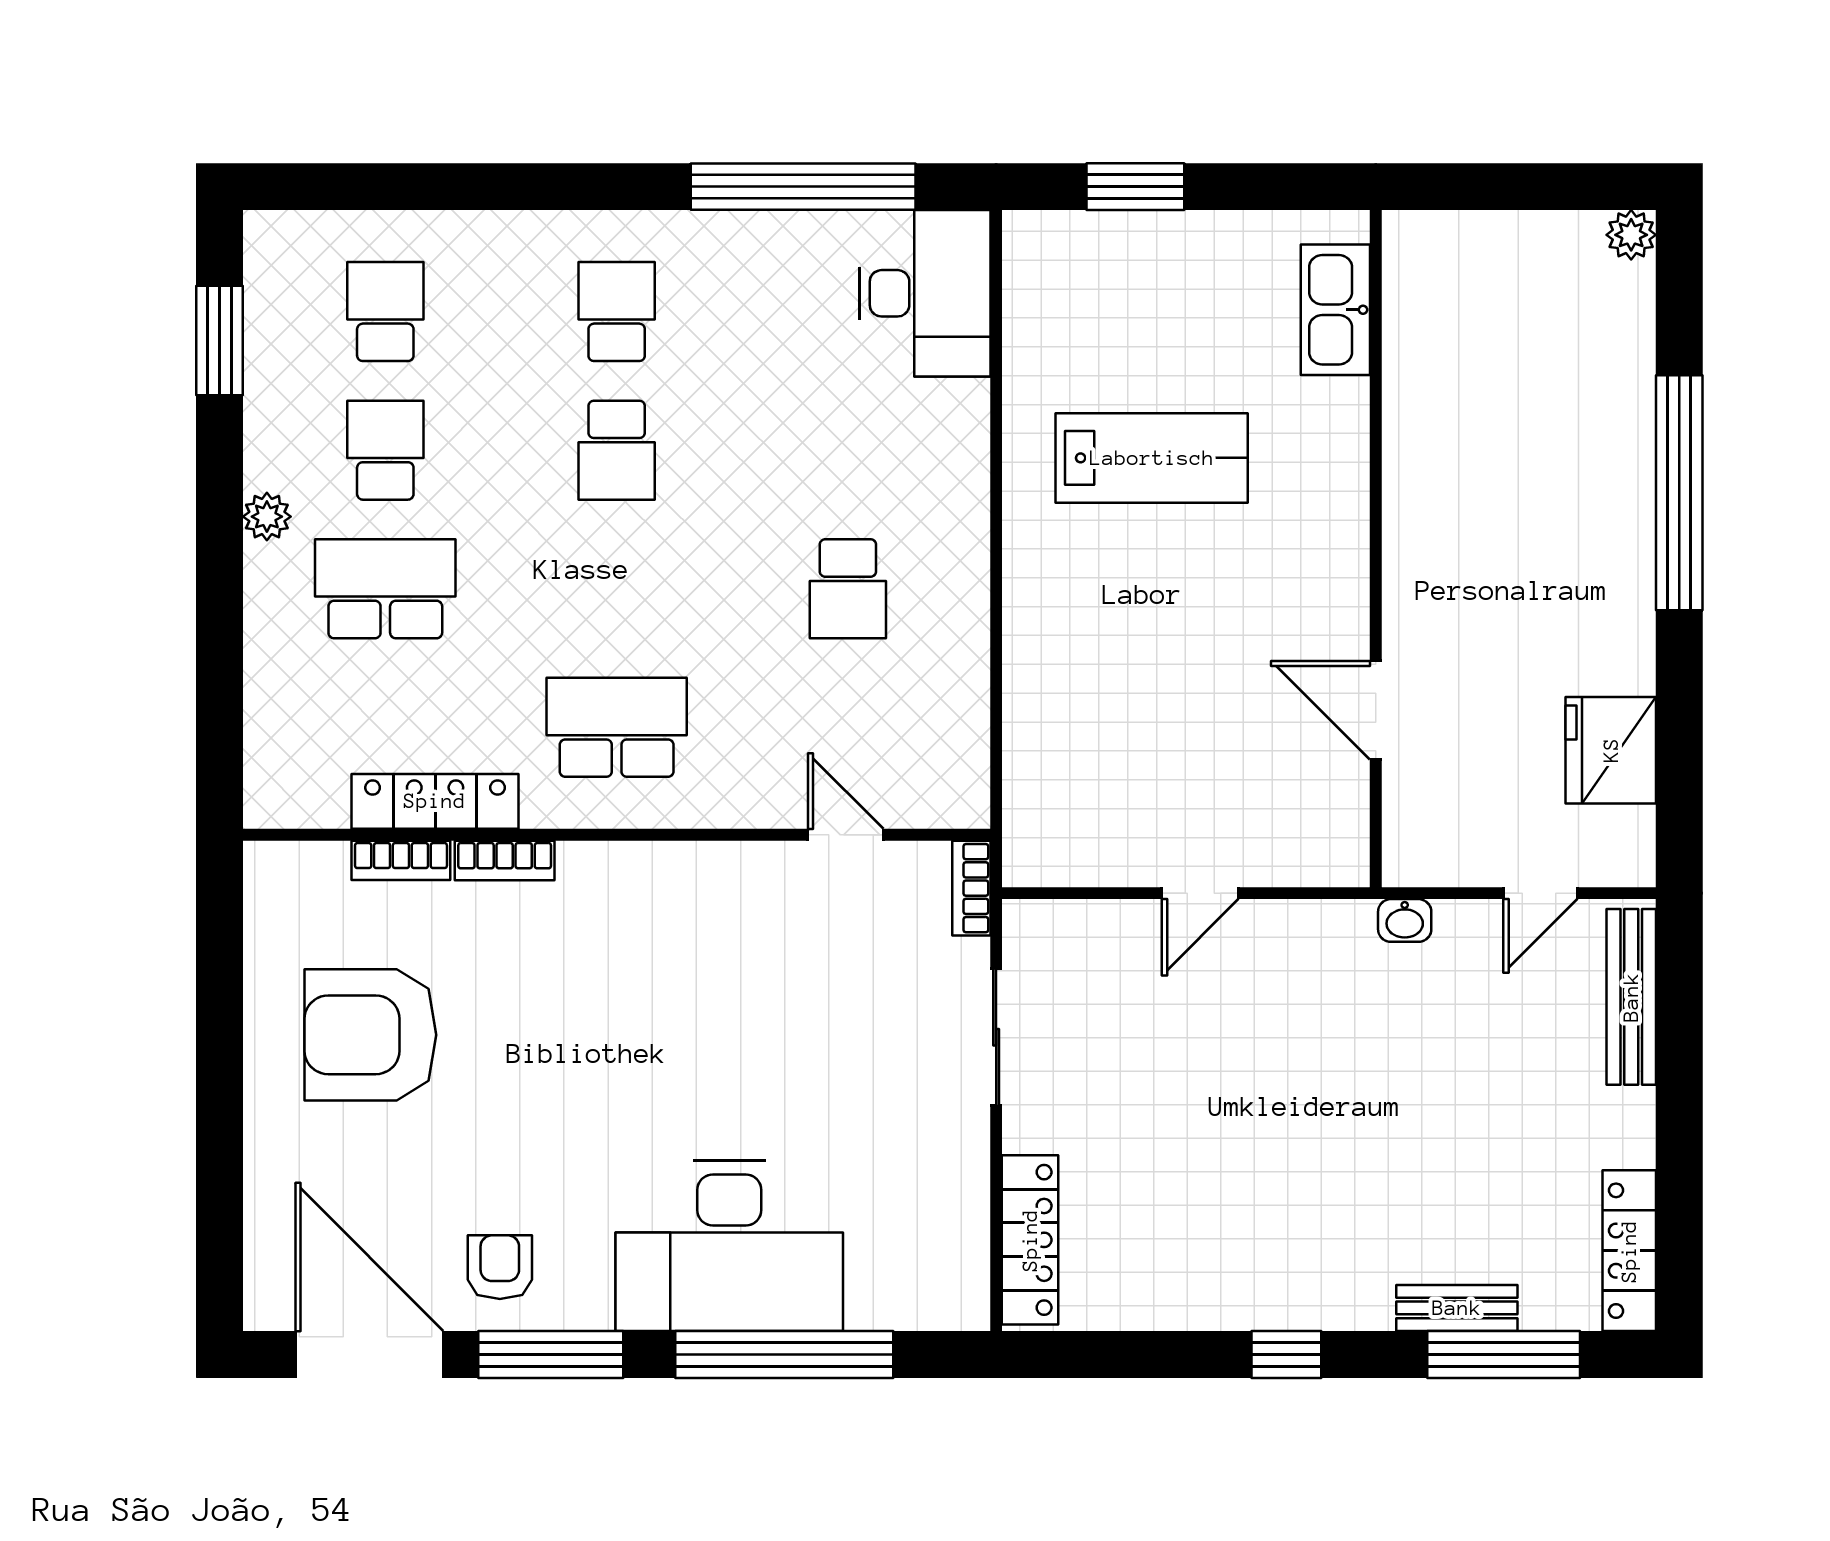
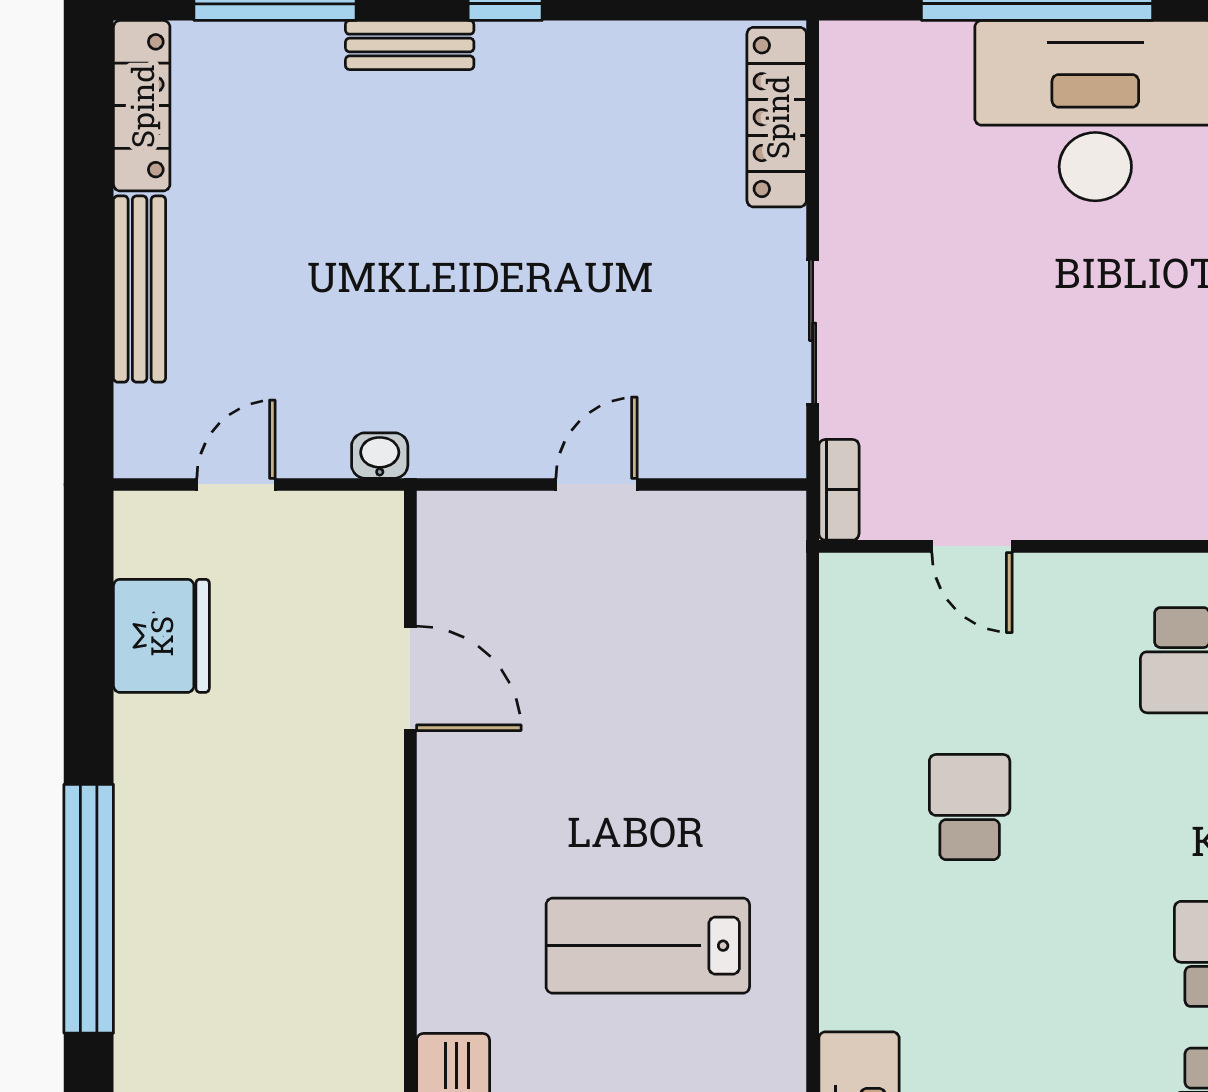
bench: (1631, 997) -> (140, 289), moved
bench: (1457, 1308) -> (410, 45), moved

